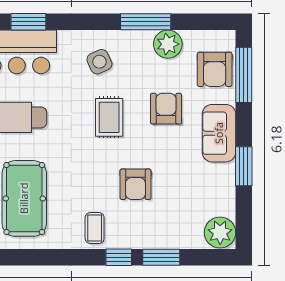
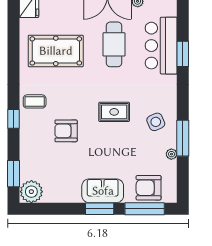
plant: (168, 44) -> (171, 154), width x0.53, depth x0.53
side table: (99, 62) -> (156, 122), moved
armchair: (166, 109) -> (120, 153), removed
window: (244, 166) -> (100, 209), moved
window: (161, 257) -> (14, 174), moved

